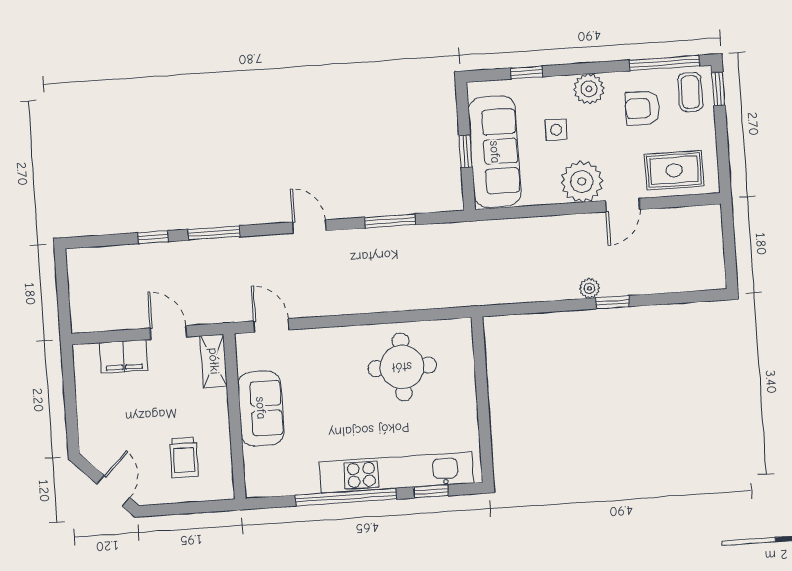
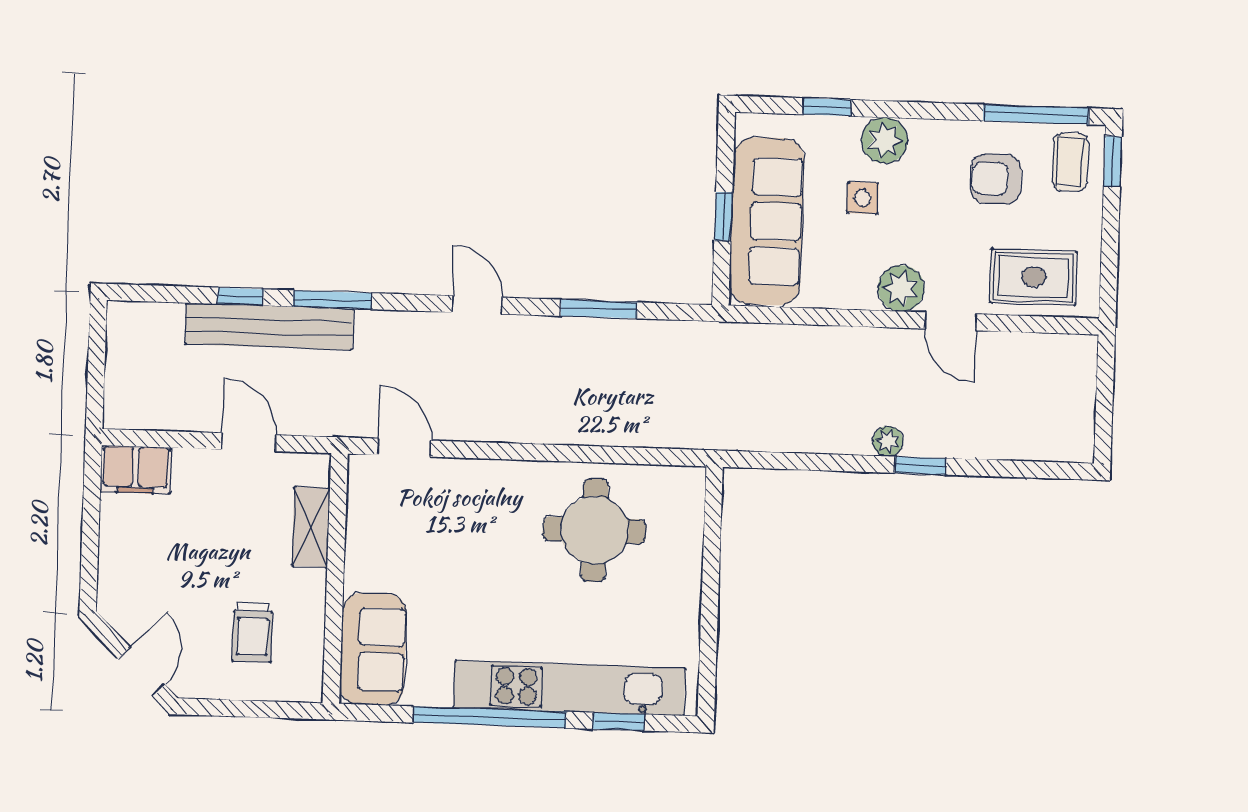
plant: (589, 89) -> (885, 140), moved
plant: (582, 182) -> (901, 288), width x0.73, depth x0.73
door: (622, 205) -> (951, 321), hinge flipped
bench: (174, 255) -> (269, 326), added
filing cabinet: (124, 356) -> (136, 470), moved
shelving: (214, 361) -> (311, 527), moved
sofa: (261, 408) -> (373, 649), moved

